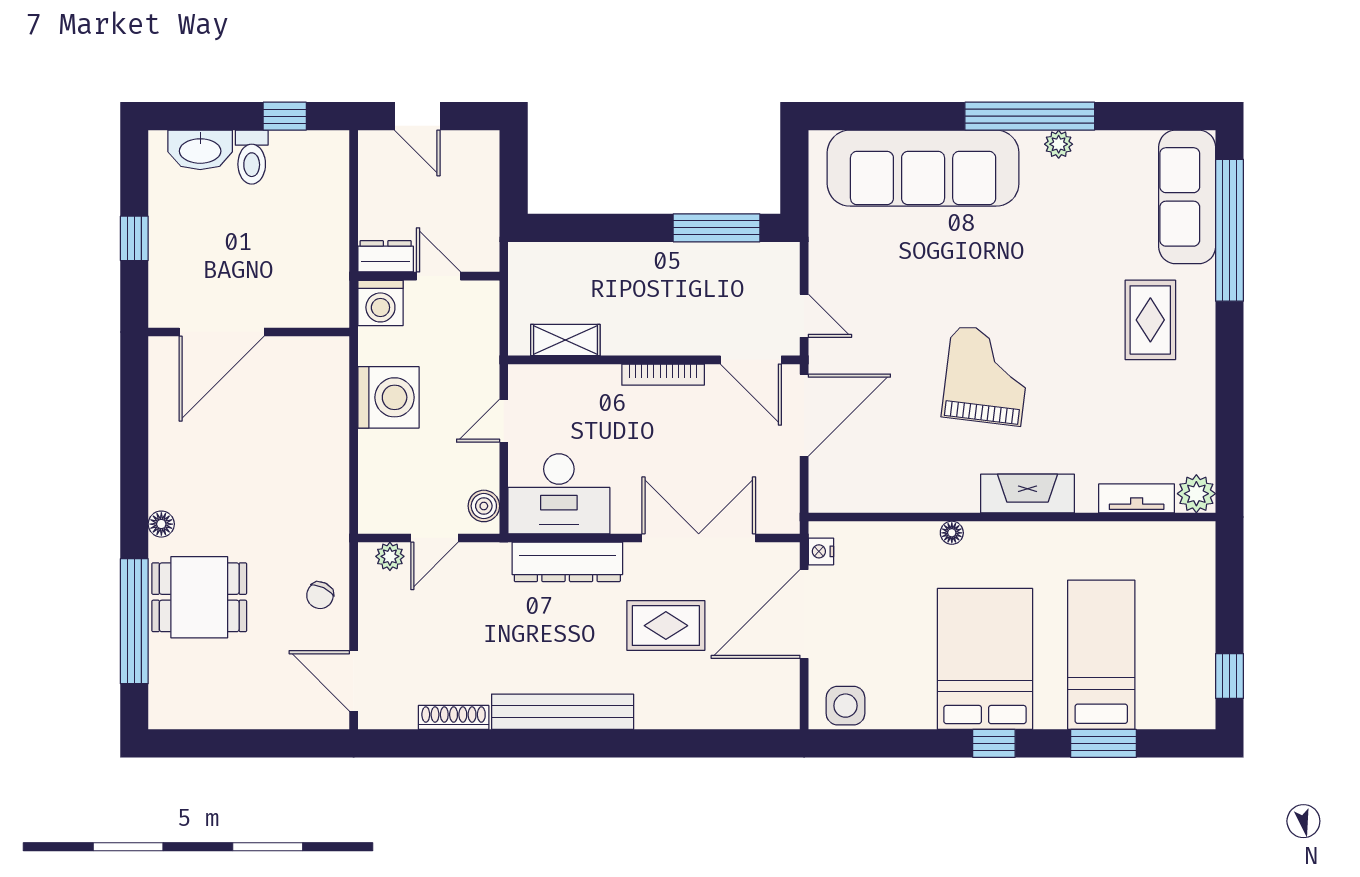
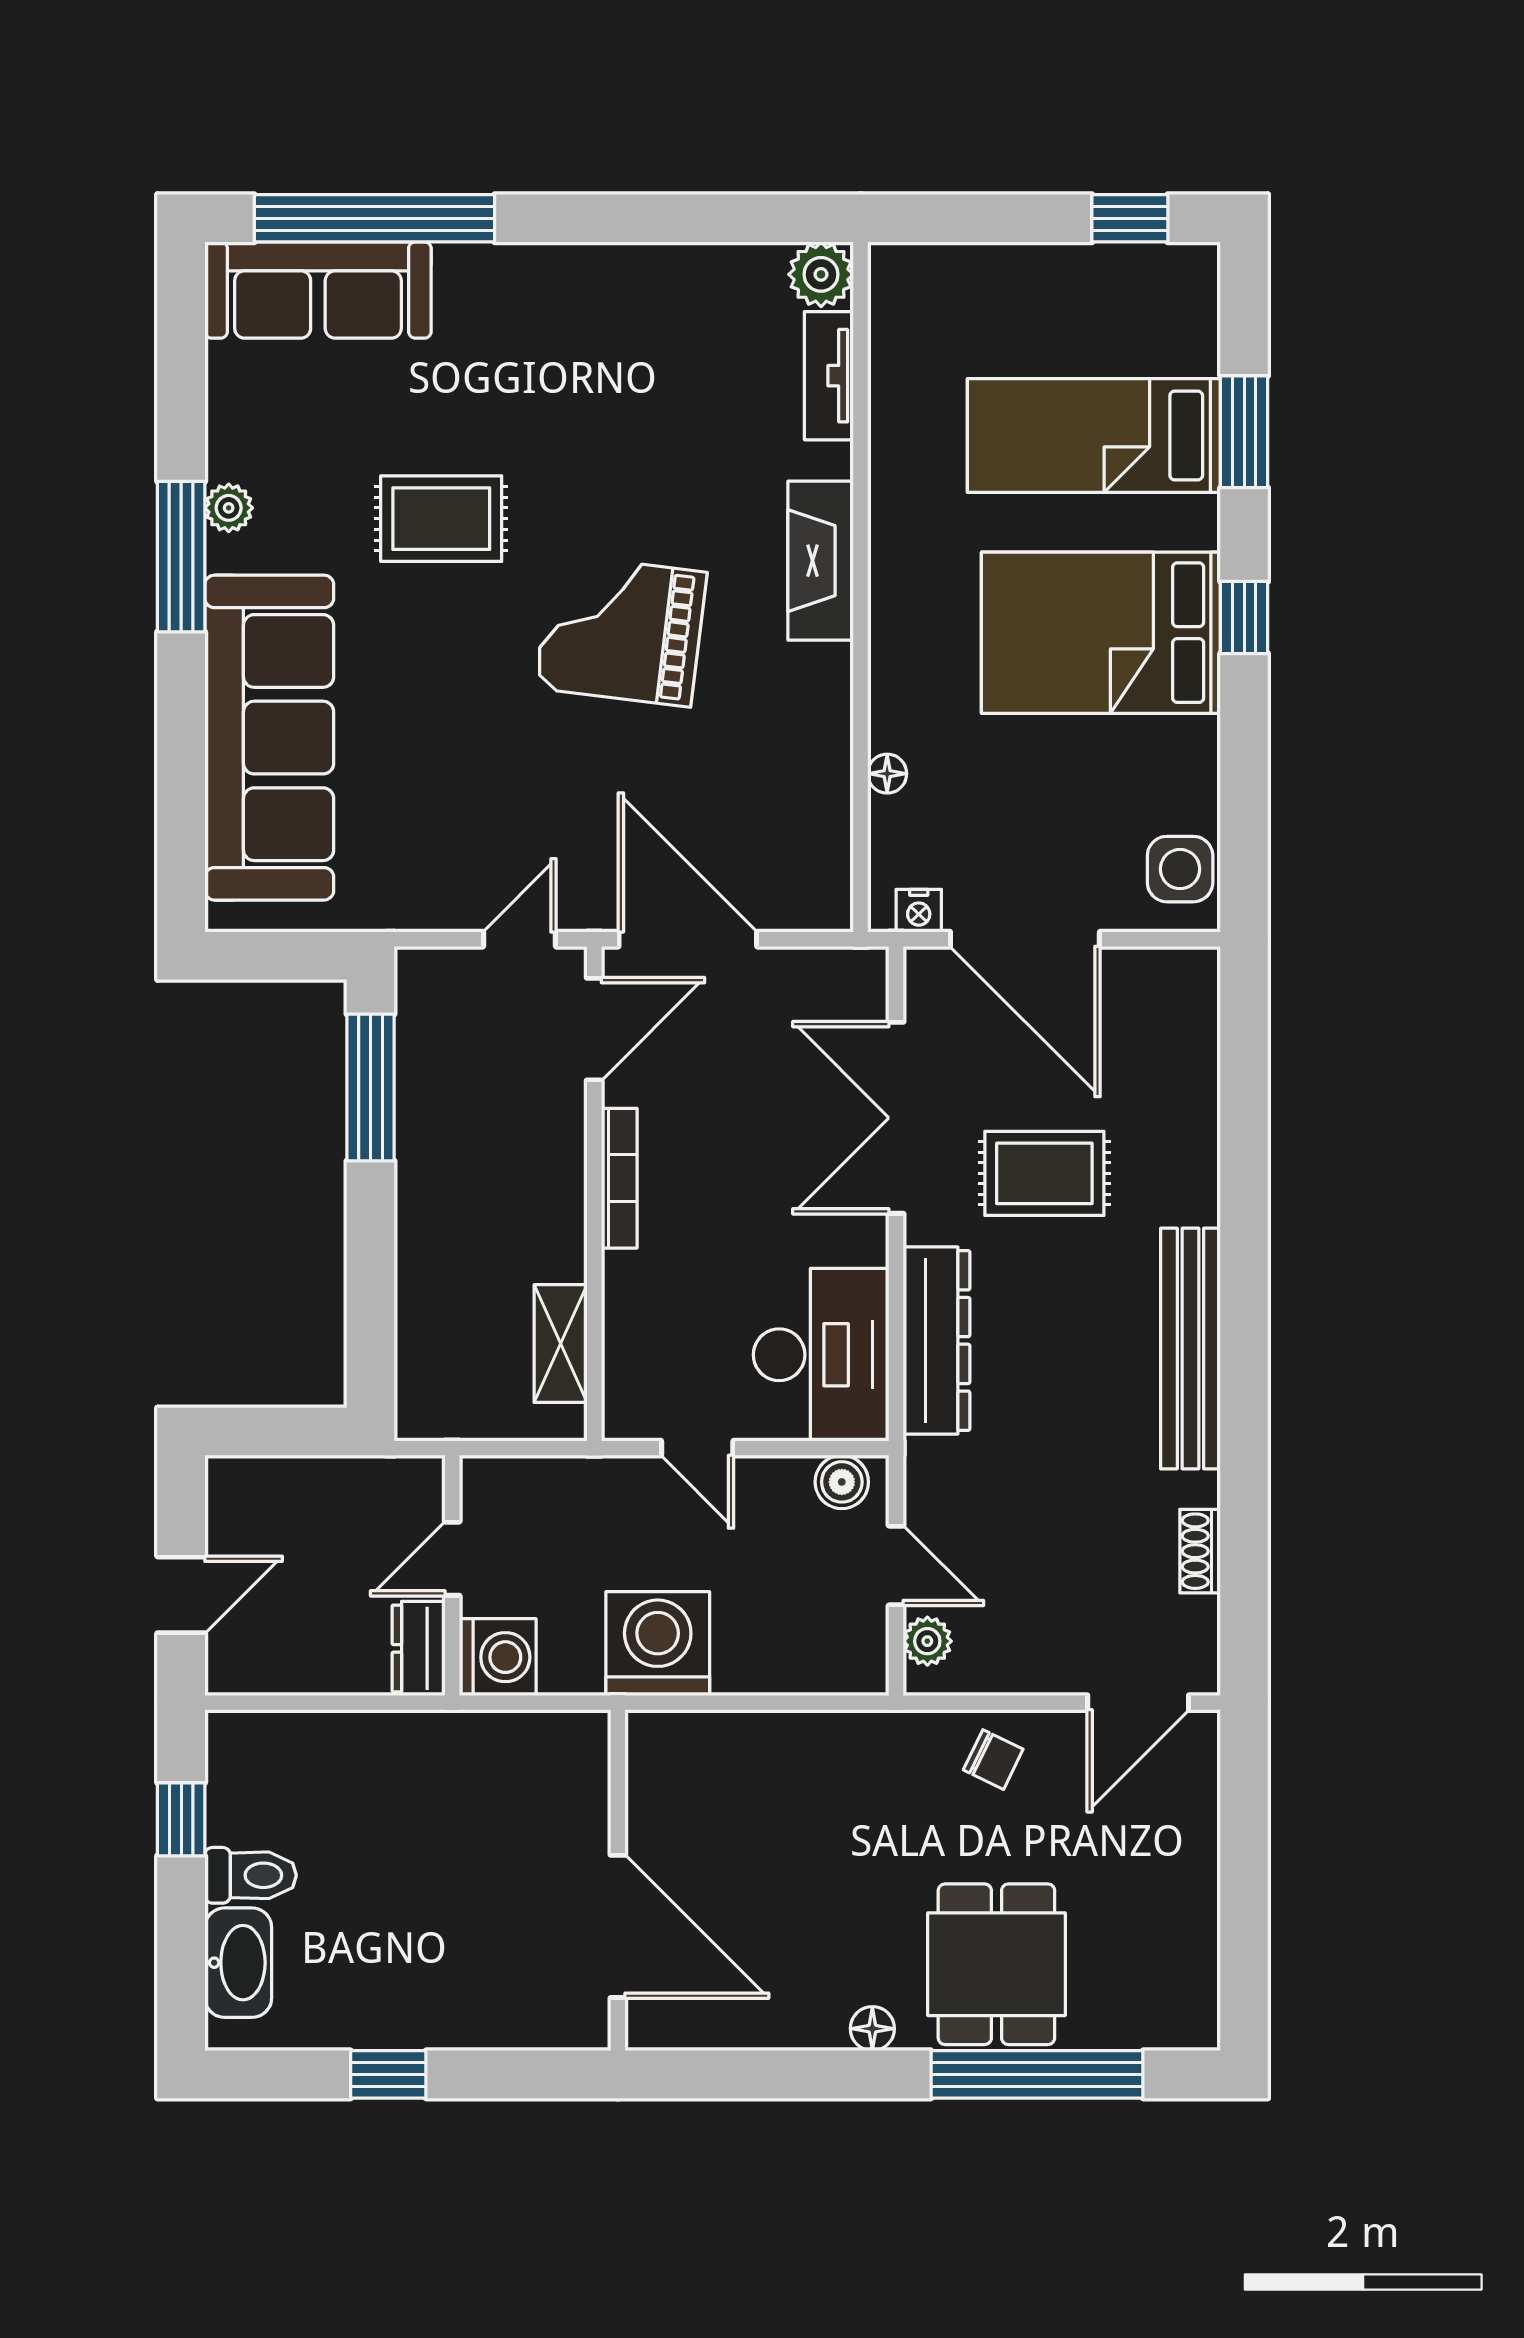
window: (1030, 116) -> (181, 557), width x0.68
rug: (1150, 320) -> (441, 519), moved
door: (222, 332) -> (618, 1926), moved
wall: (249, 332) -> (618, 1880), moved
floor lamp: (952, 533) -> (887, 774), moved
rug: (666, 626) -> (1044, 1173), turned 90
shoe rack: (454, 717) -> (1200, 1551), width x0.70

